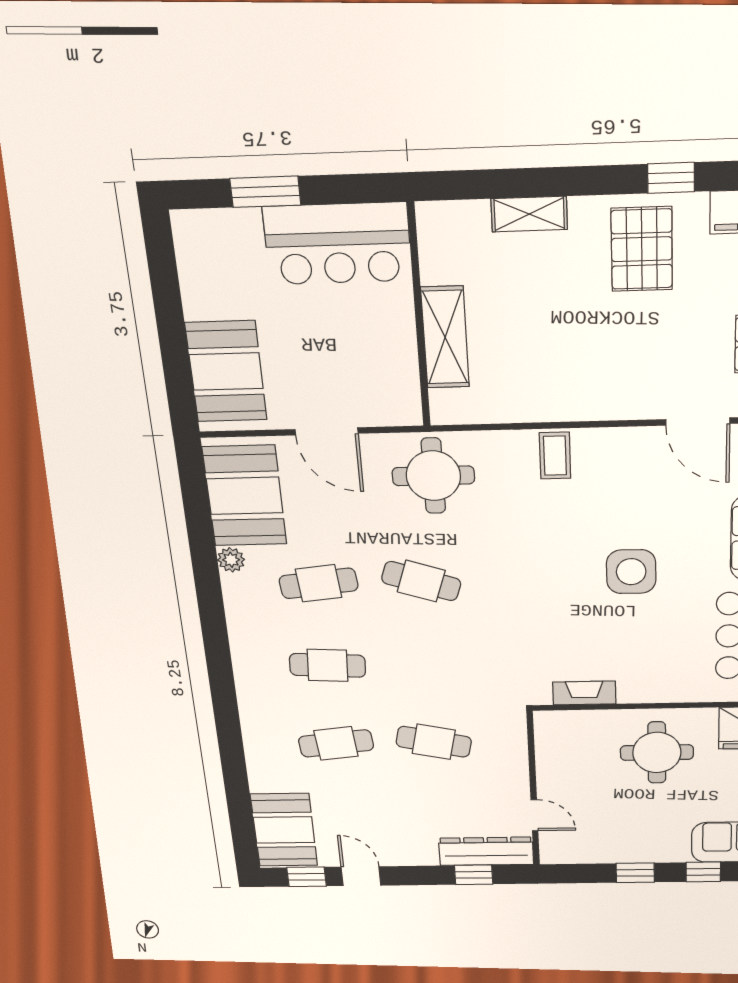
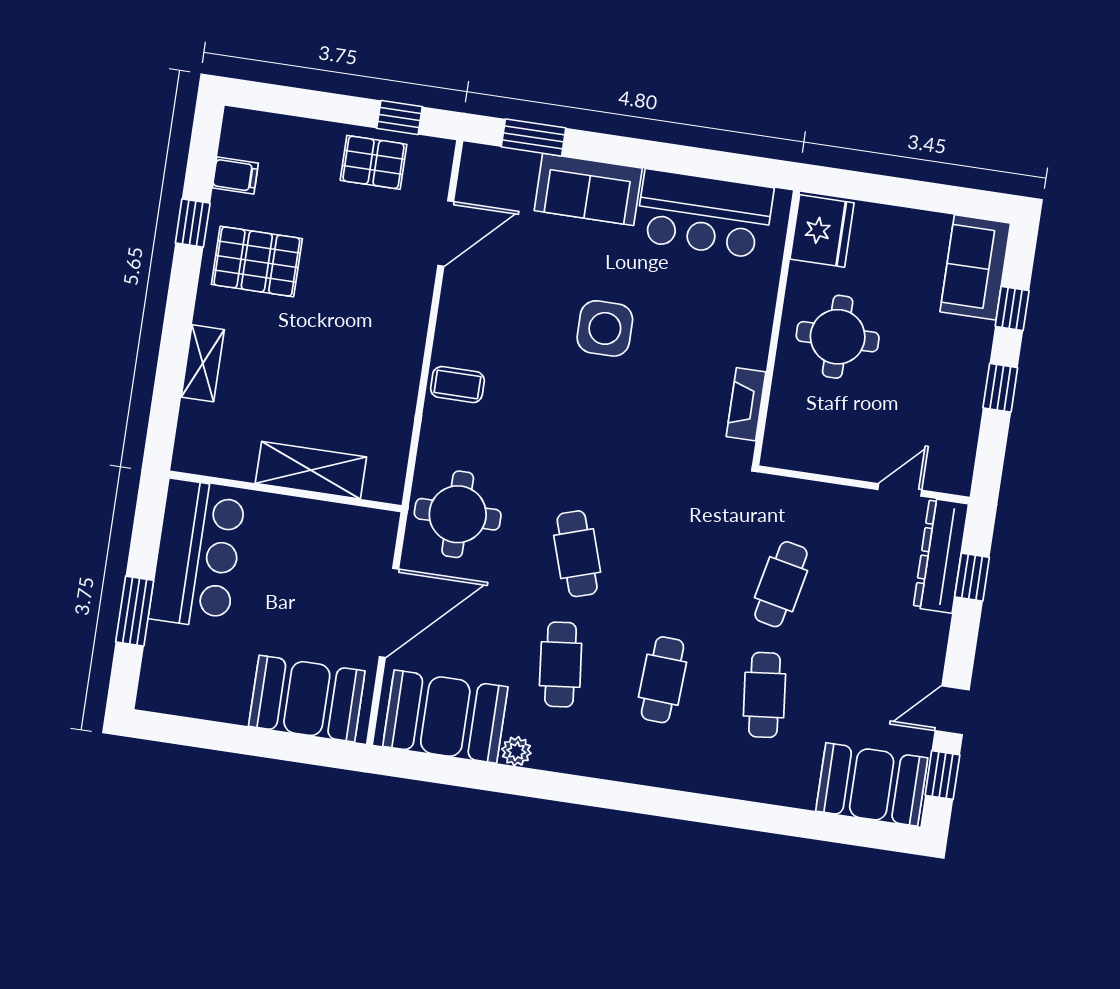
door: (327, 431) -> (389, 613), width x1.36
cafe table: (421, 581) -> (577, 554), turned -36

